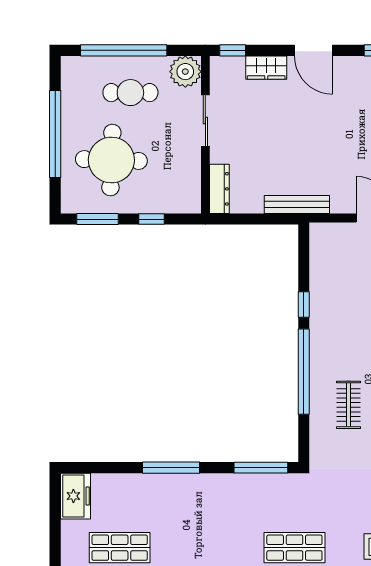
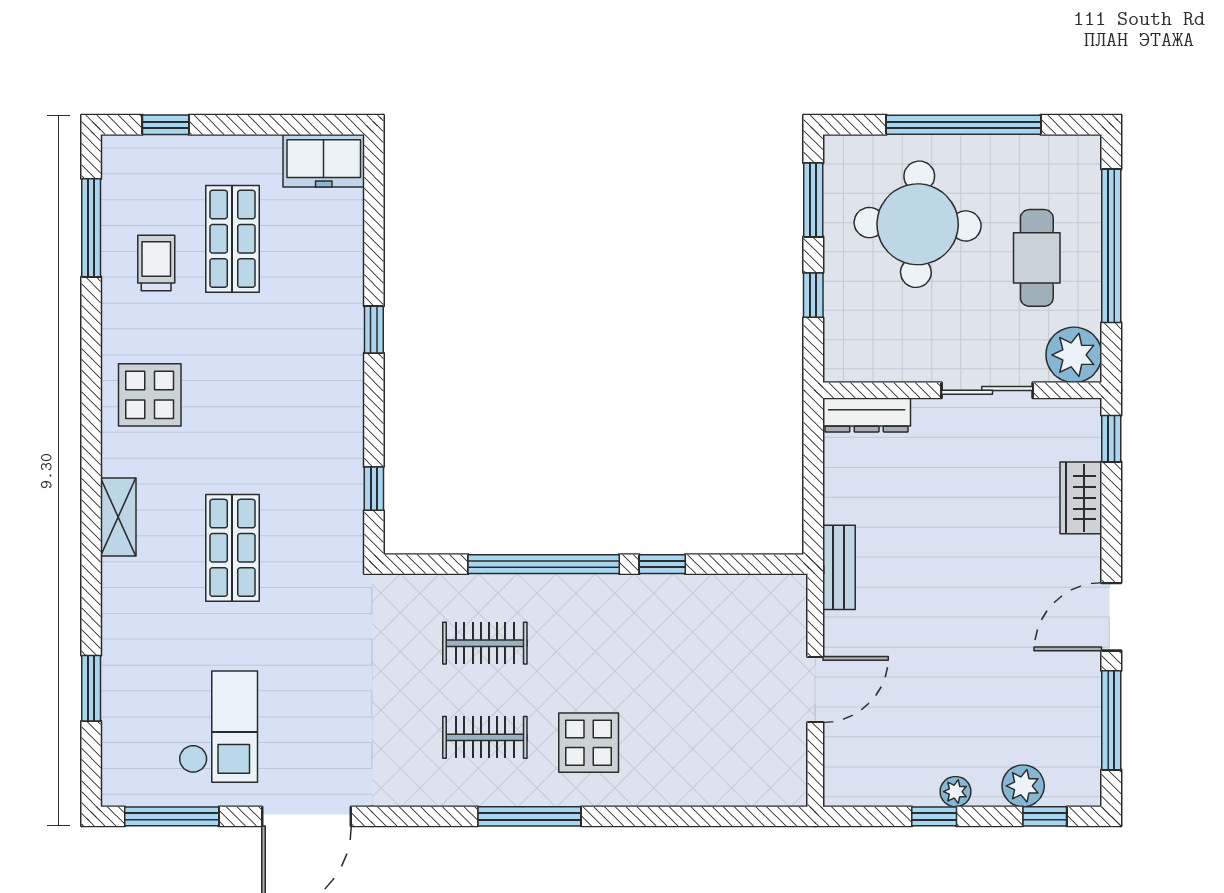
door: (314, 50) -> (1111, 617), moved
bench: (297, 204) -> (839, 567), width x0.73
window: (171, 468) -> (374, 330), width x0.46
window: (261, 468) -> (374, 489), width x0.46

